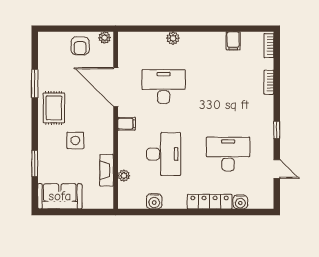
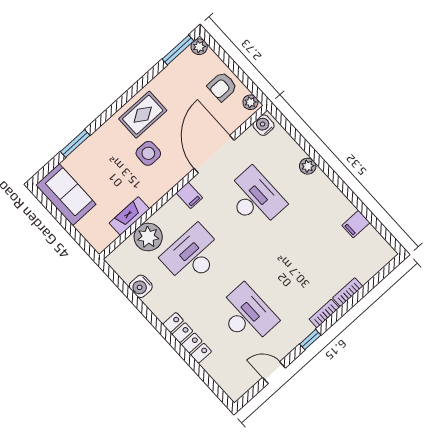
plant: (44, 38) -> (199, 47), added
bookcase: (269, 46) -> (324, 314), moved
window: (35, 84) -> (178, 50), moved
side table: (75, 140) -> (148, 153), moved
desk: (164, 154) -> (192, 255), turned 180
door: (277, 169) -> (274, 373), swing flipped
plant: (124, 176) -> (148, 237), width x1.88, depth x1.88
water cooler: (240, 202) -> (264, 125), moved, turned 90

